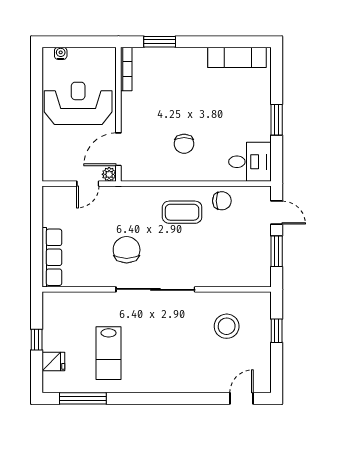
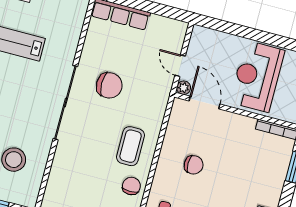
reception desk: (78, 103) -> (257, 76), turned 180
chair: (184, 144) -> (194, 165), turned 180
chair: (222, 201) -> (131, 186), turned 180

